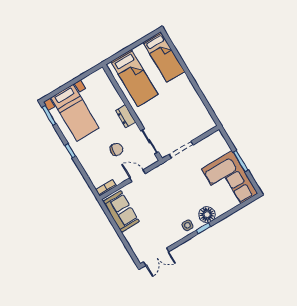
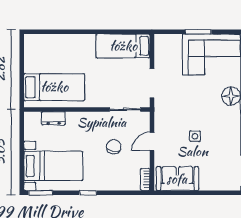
bed: (164, 57) -> (123, 46), moved, turned 180
dresser: (126, 116) -> (54, 118), moved
side table: (188, 225) -> (195, 136), moved

